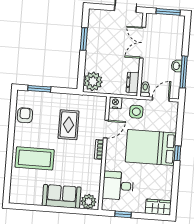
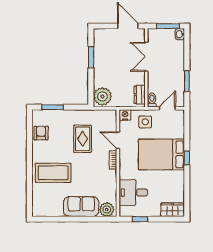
washbasin: (177, 66) -> (180, 34), moved
window: (184, 72) -> (187, 81), width x0.69
door: (106, 129) -> (118, 140), swing flipped

